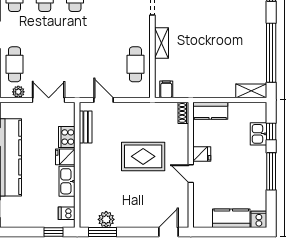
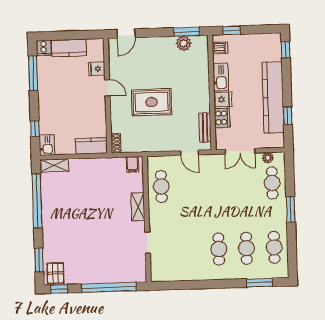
kitchen sink: (259, 134) -> (47, 145), moved
fridge: (202, 154) -> (97, 69), moved
window: (271, 171) -> (33, 73), moved

